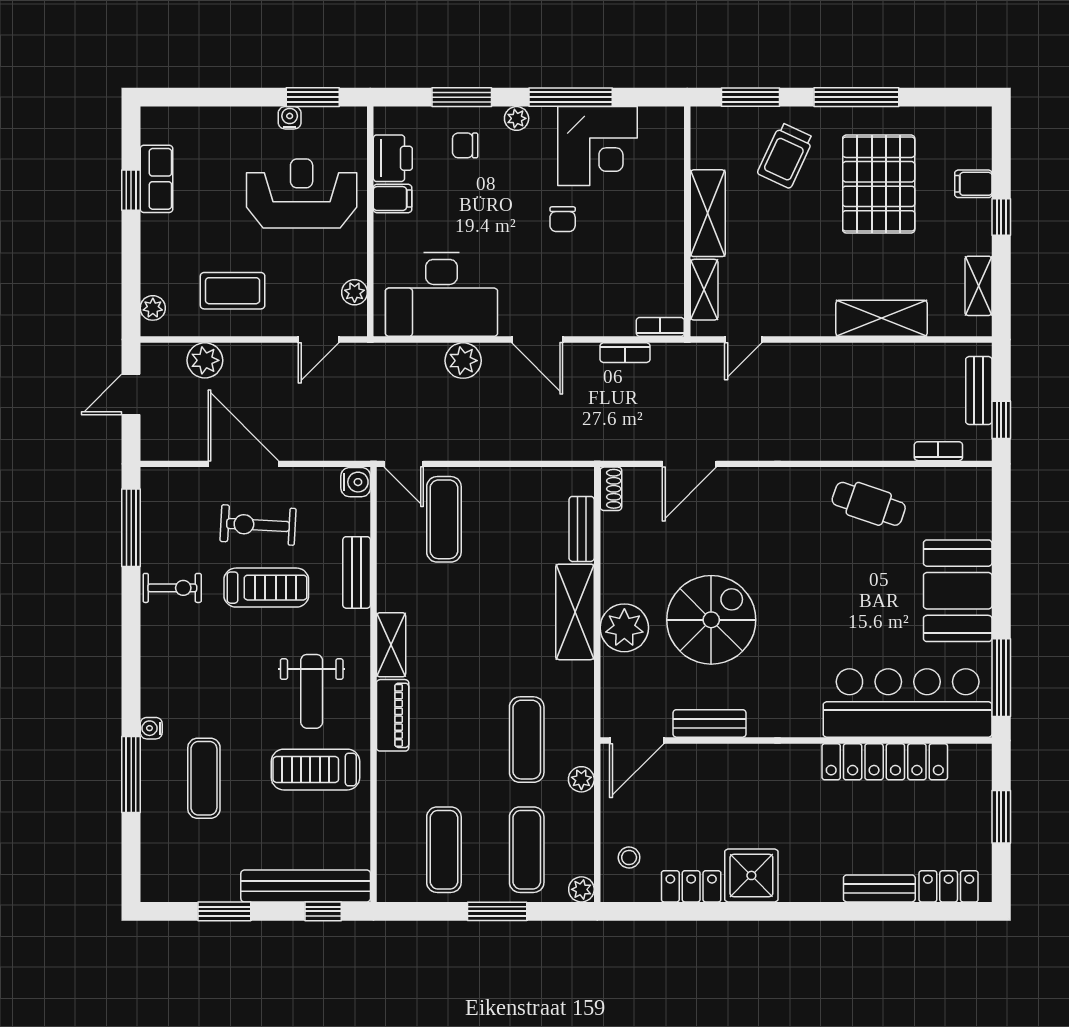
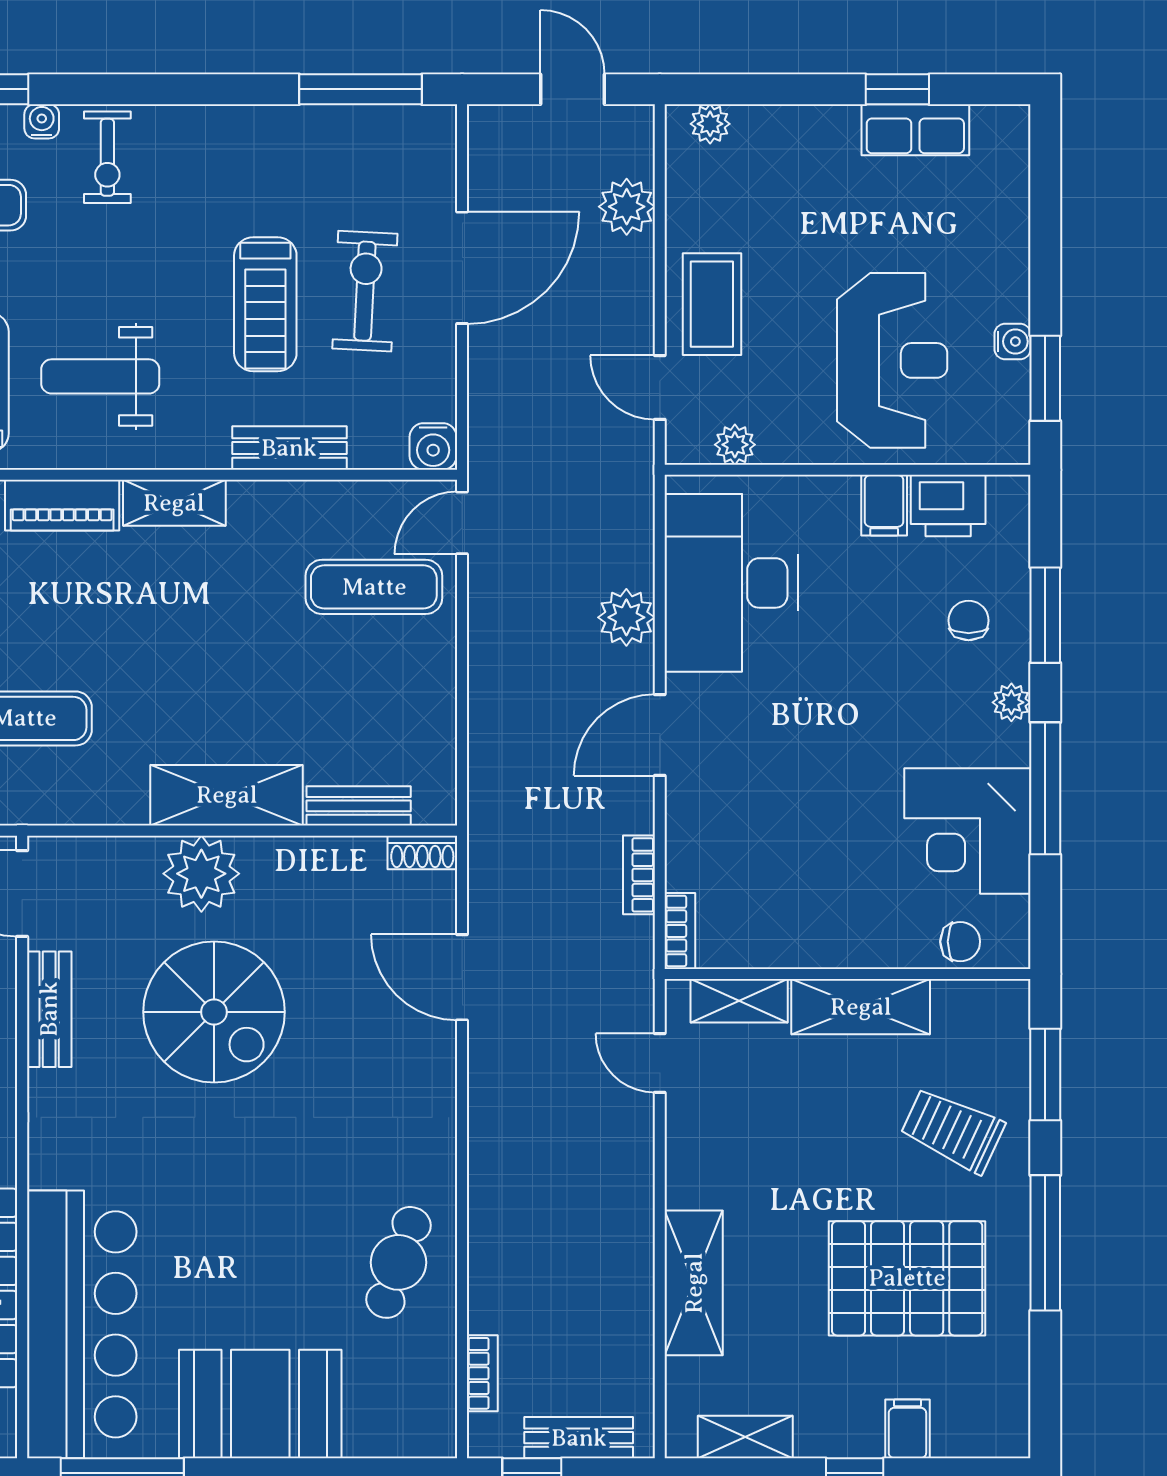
chair: (563, 219) -> (960, 942), moved, turned 180
coffee table: (233, 291) -> (712, 304), moved
exercise bike: (172, 588) -> (107, 157), moved

